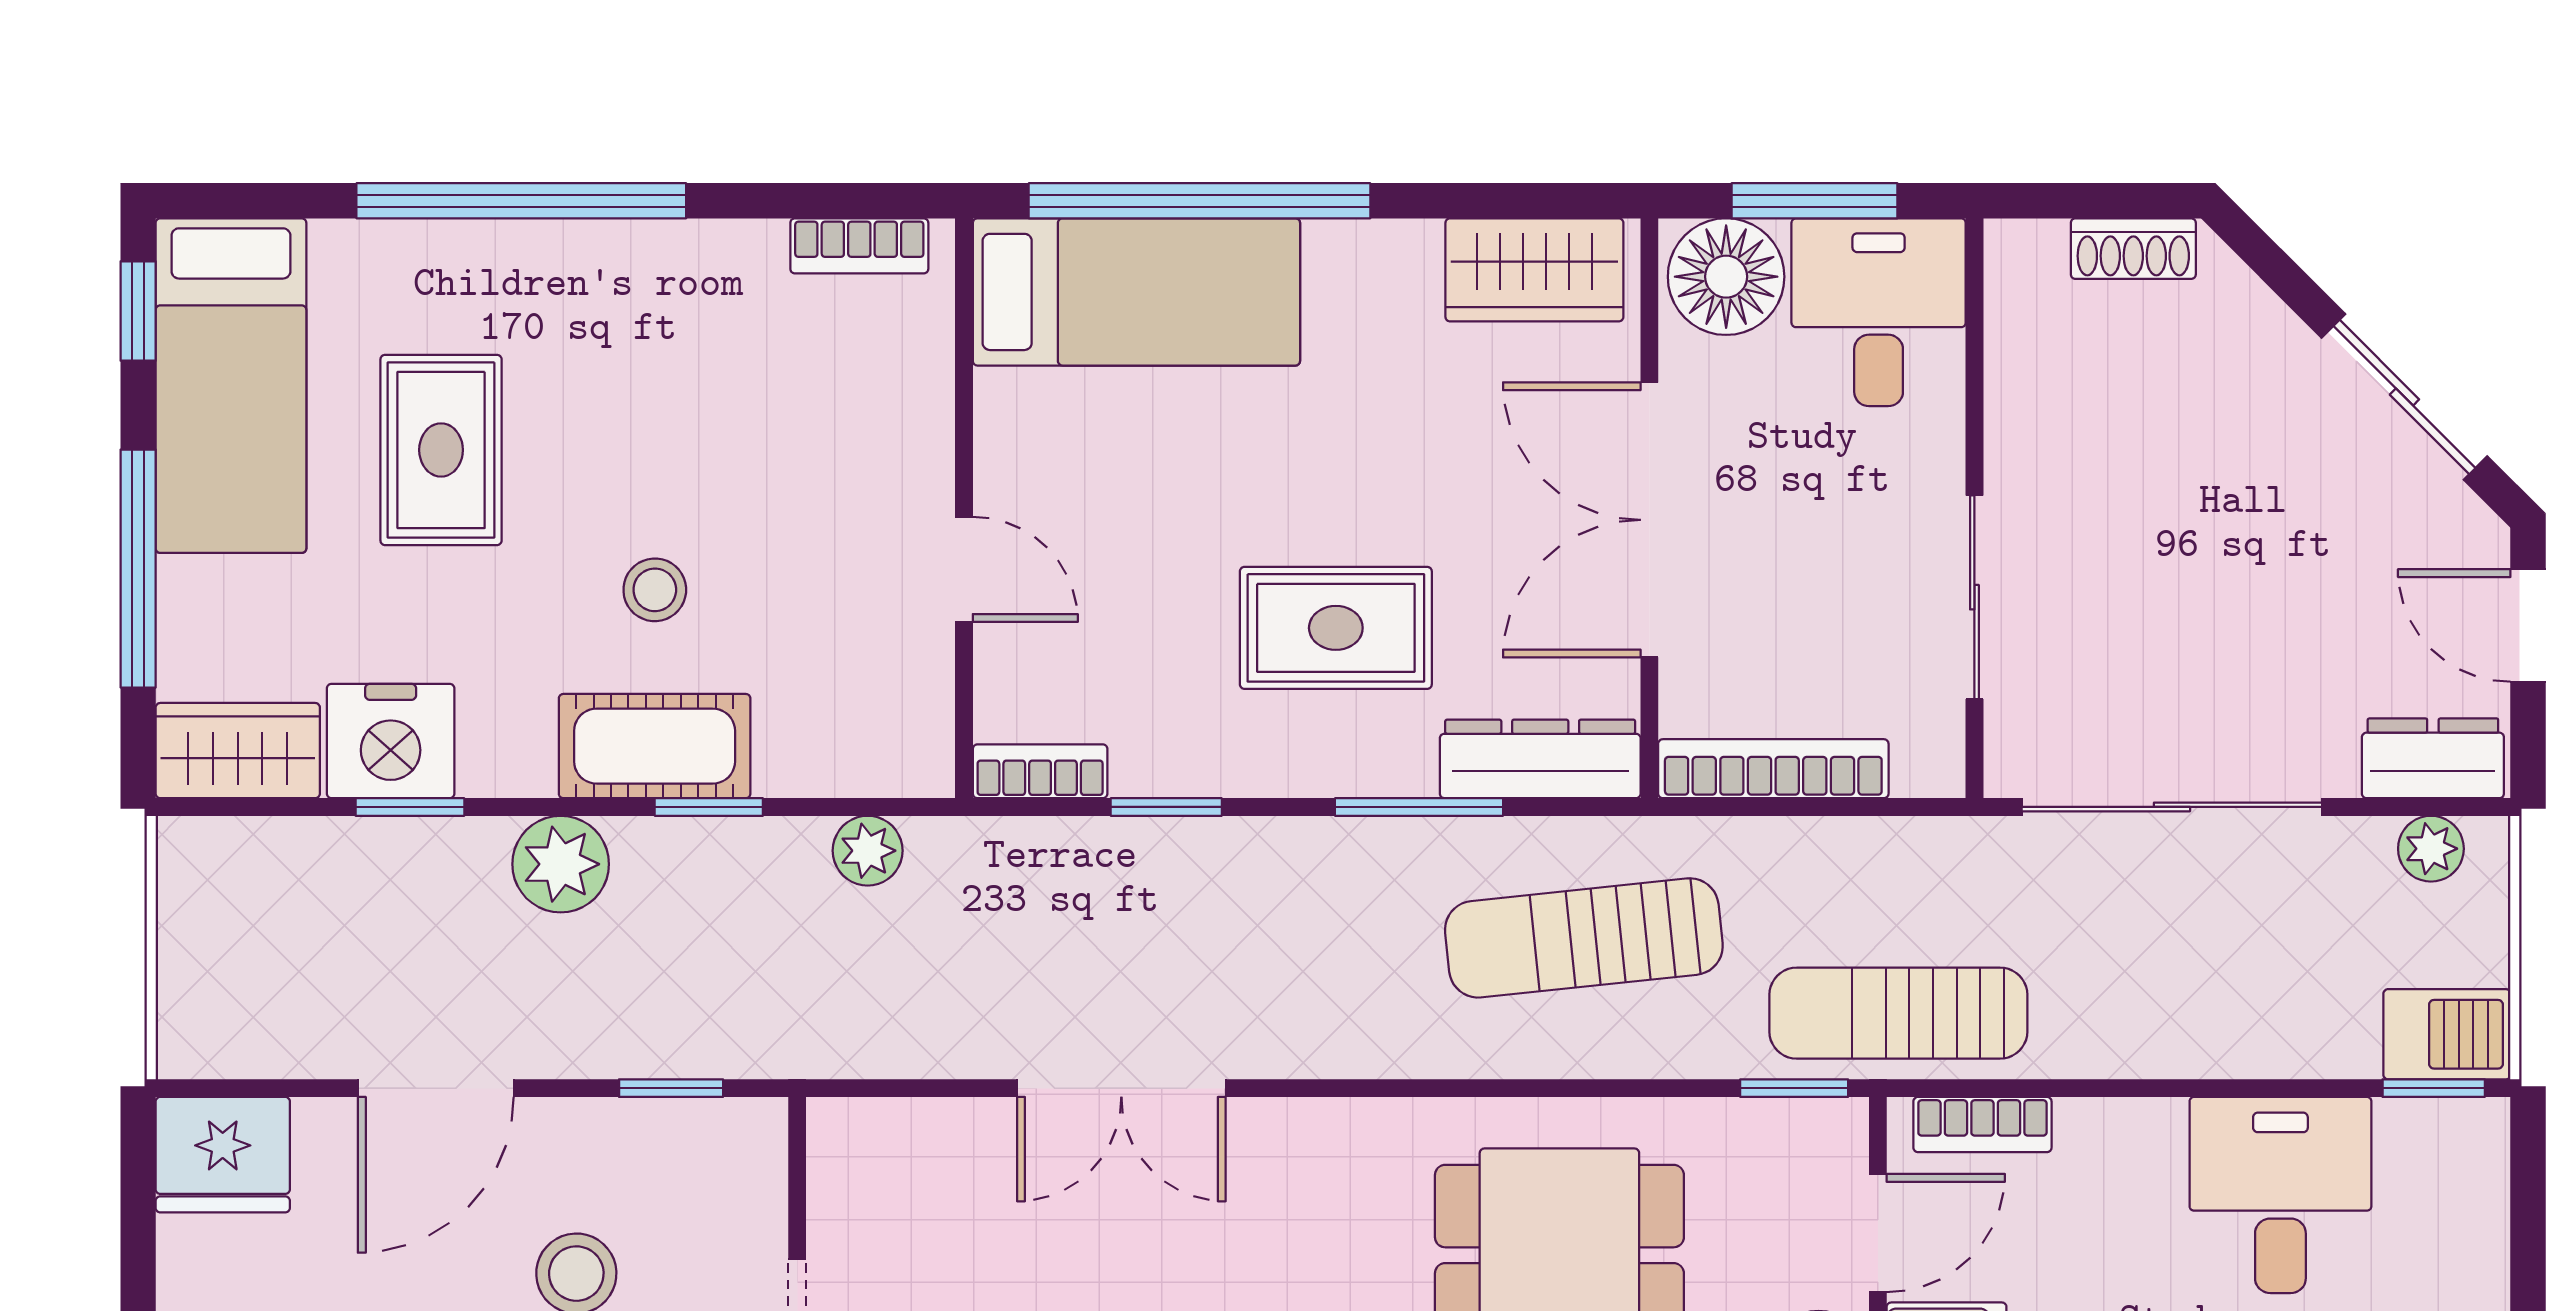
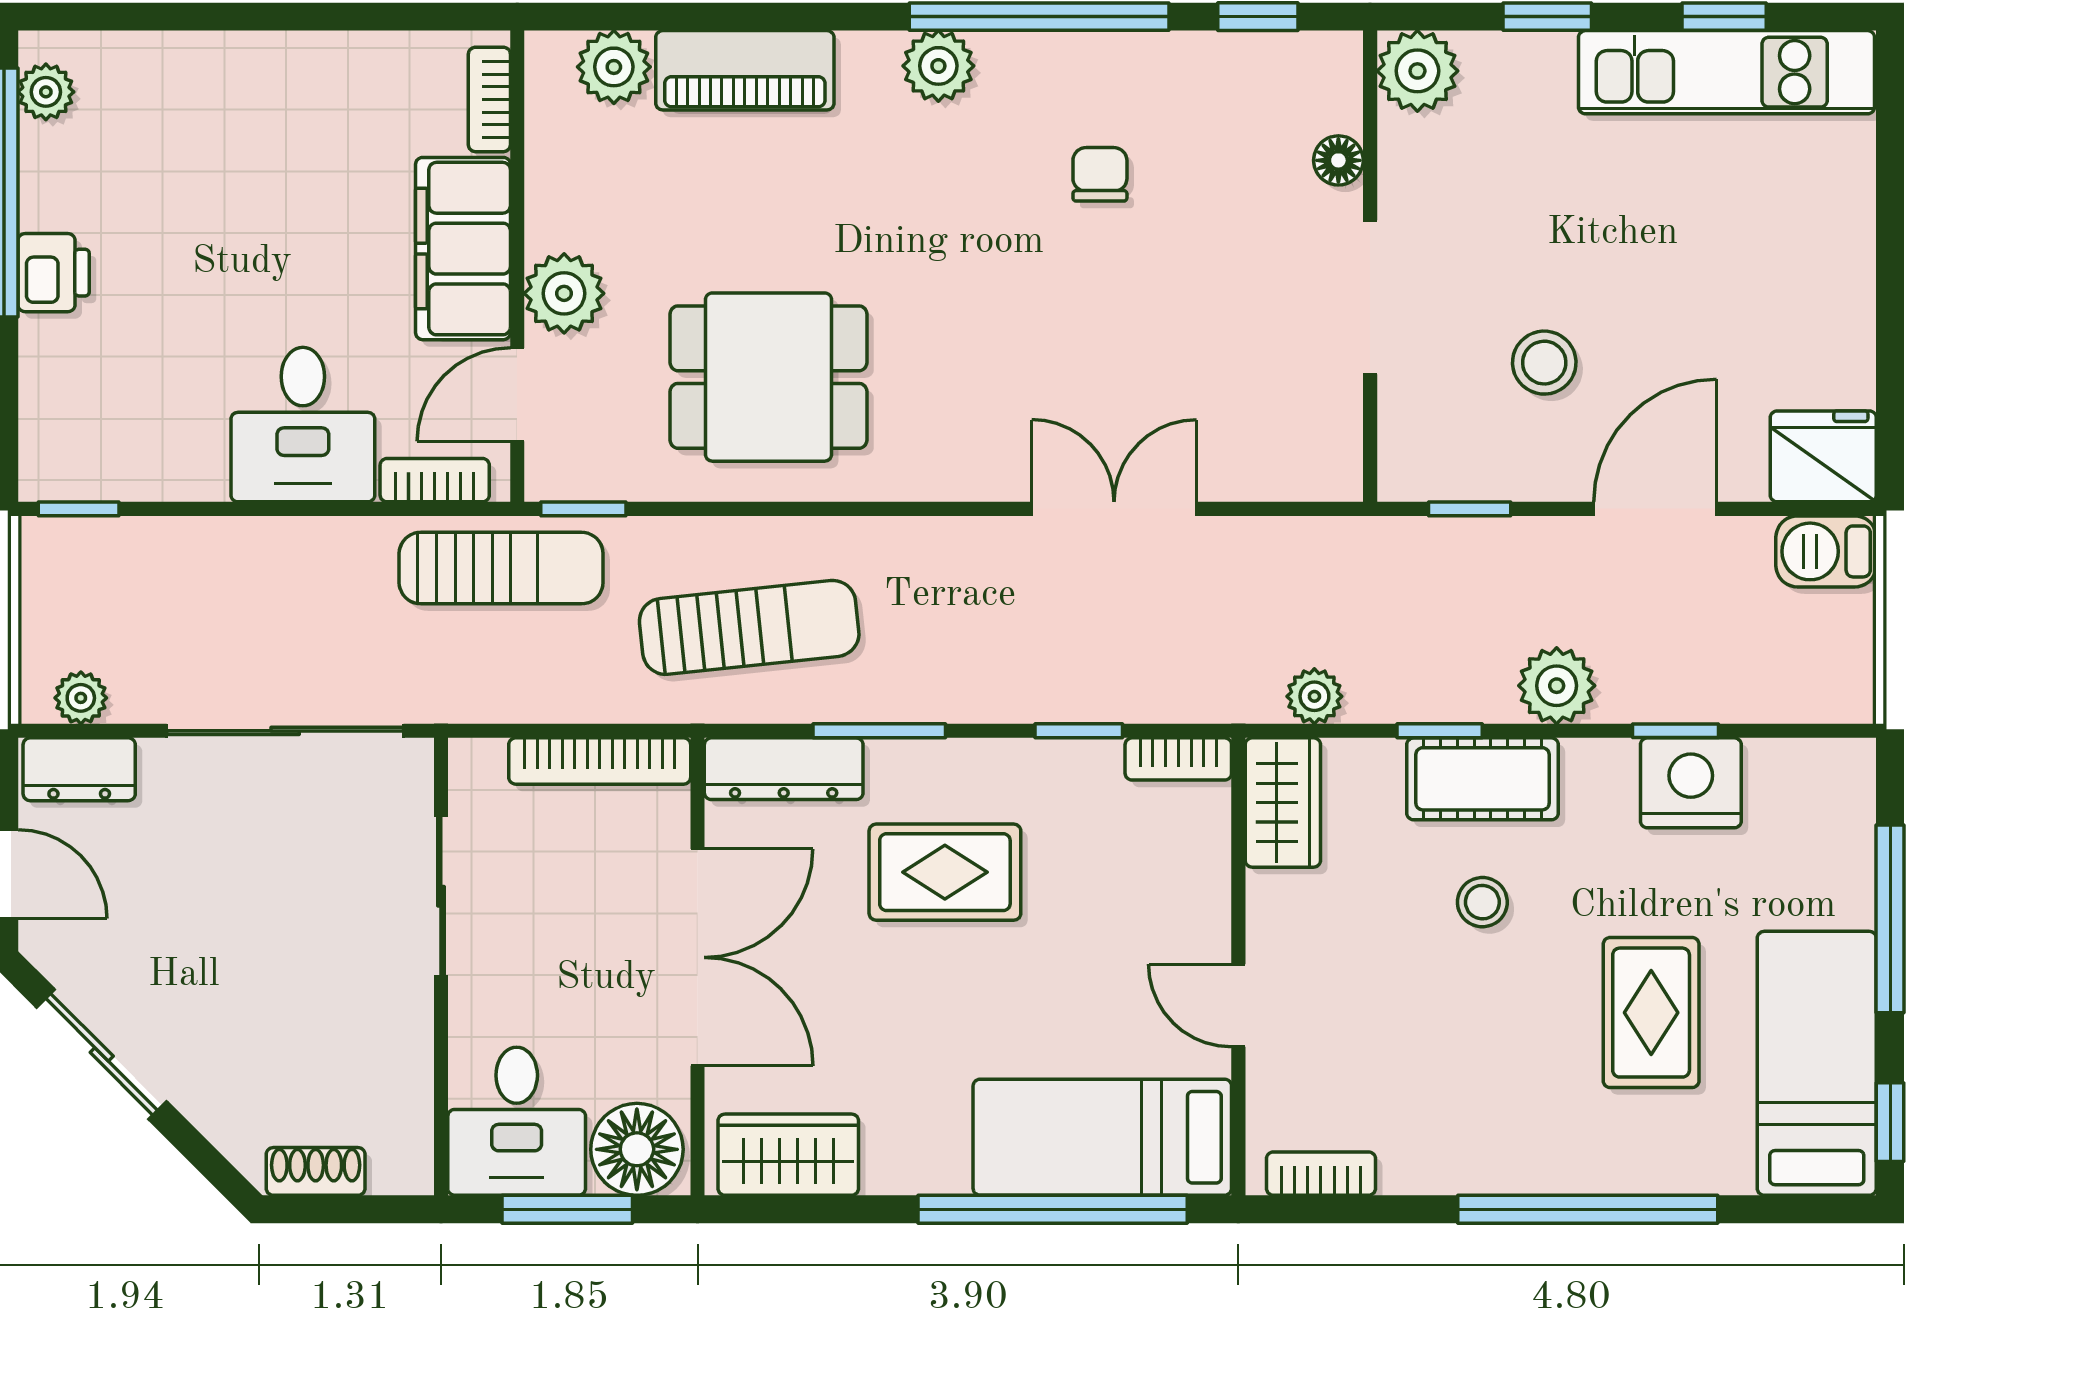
door: (964, 569) -> (1238, 1006), moved
wardrobe: (238, 751) -> (1283, 802), moved, turned -90
barbecue: (2447, 1034) -> (1826, 551), moved
desk: (2280, 1195) -> (303, 425), moved

